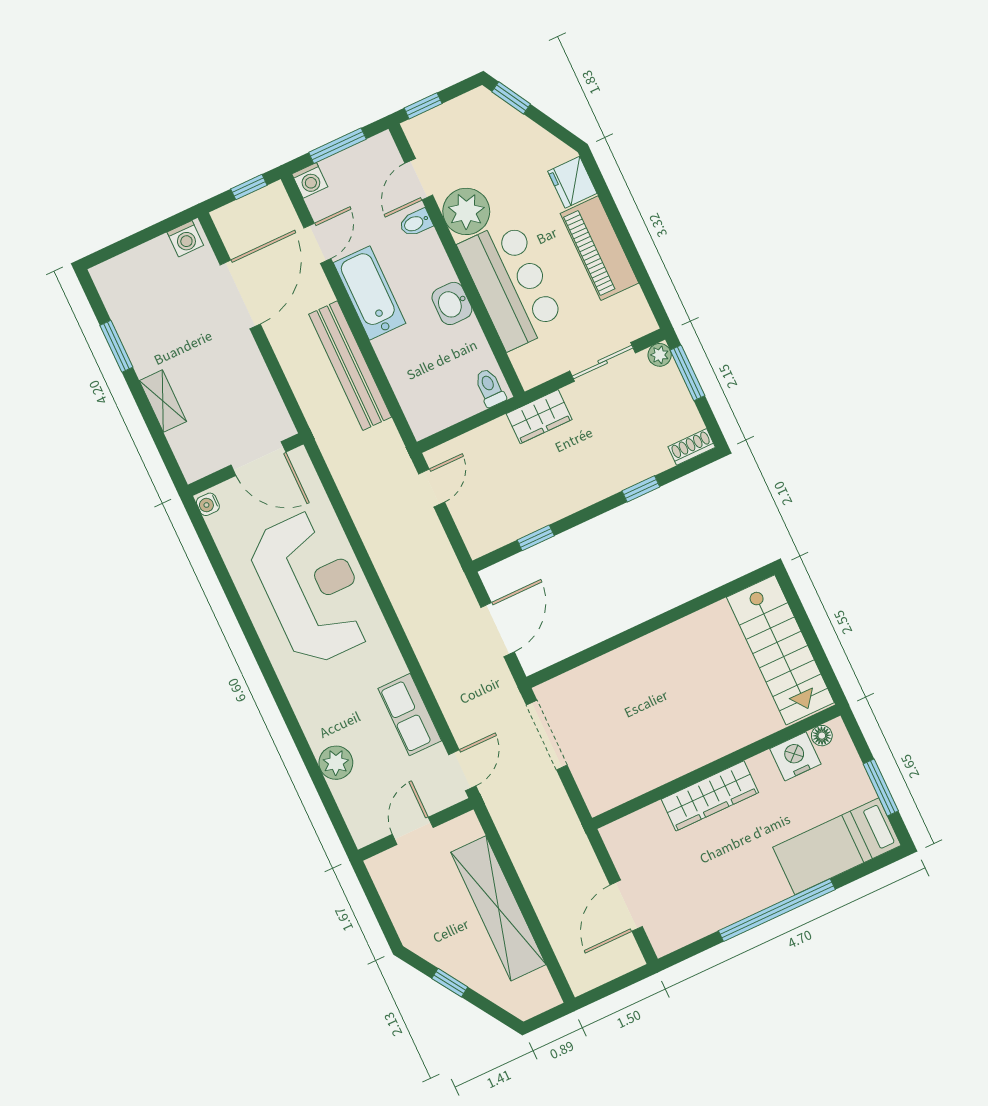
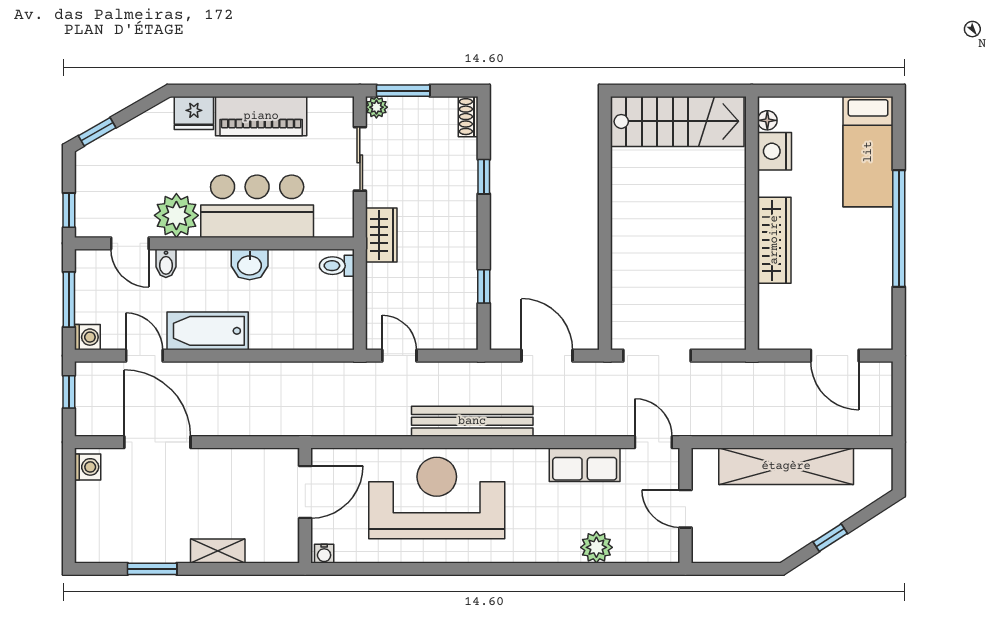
bench: (350, 366) -> (472, 421), moved
window: (881, 787) -> (835, 91), removed

